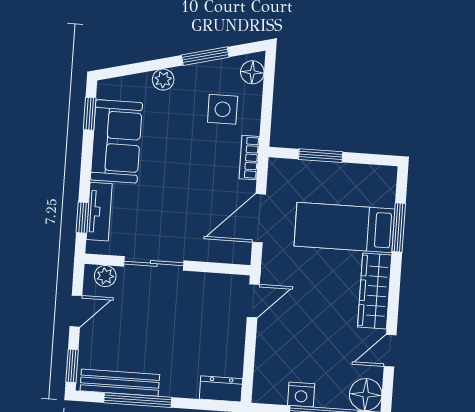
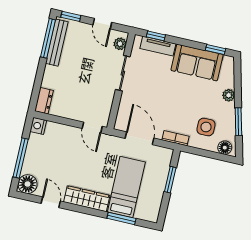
nightstand: (301, 394) -> (38, 126), moved
window: (138, 400) -> (48, 38), moved

